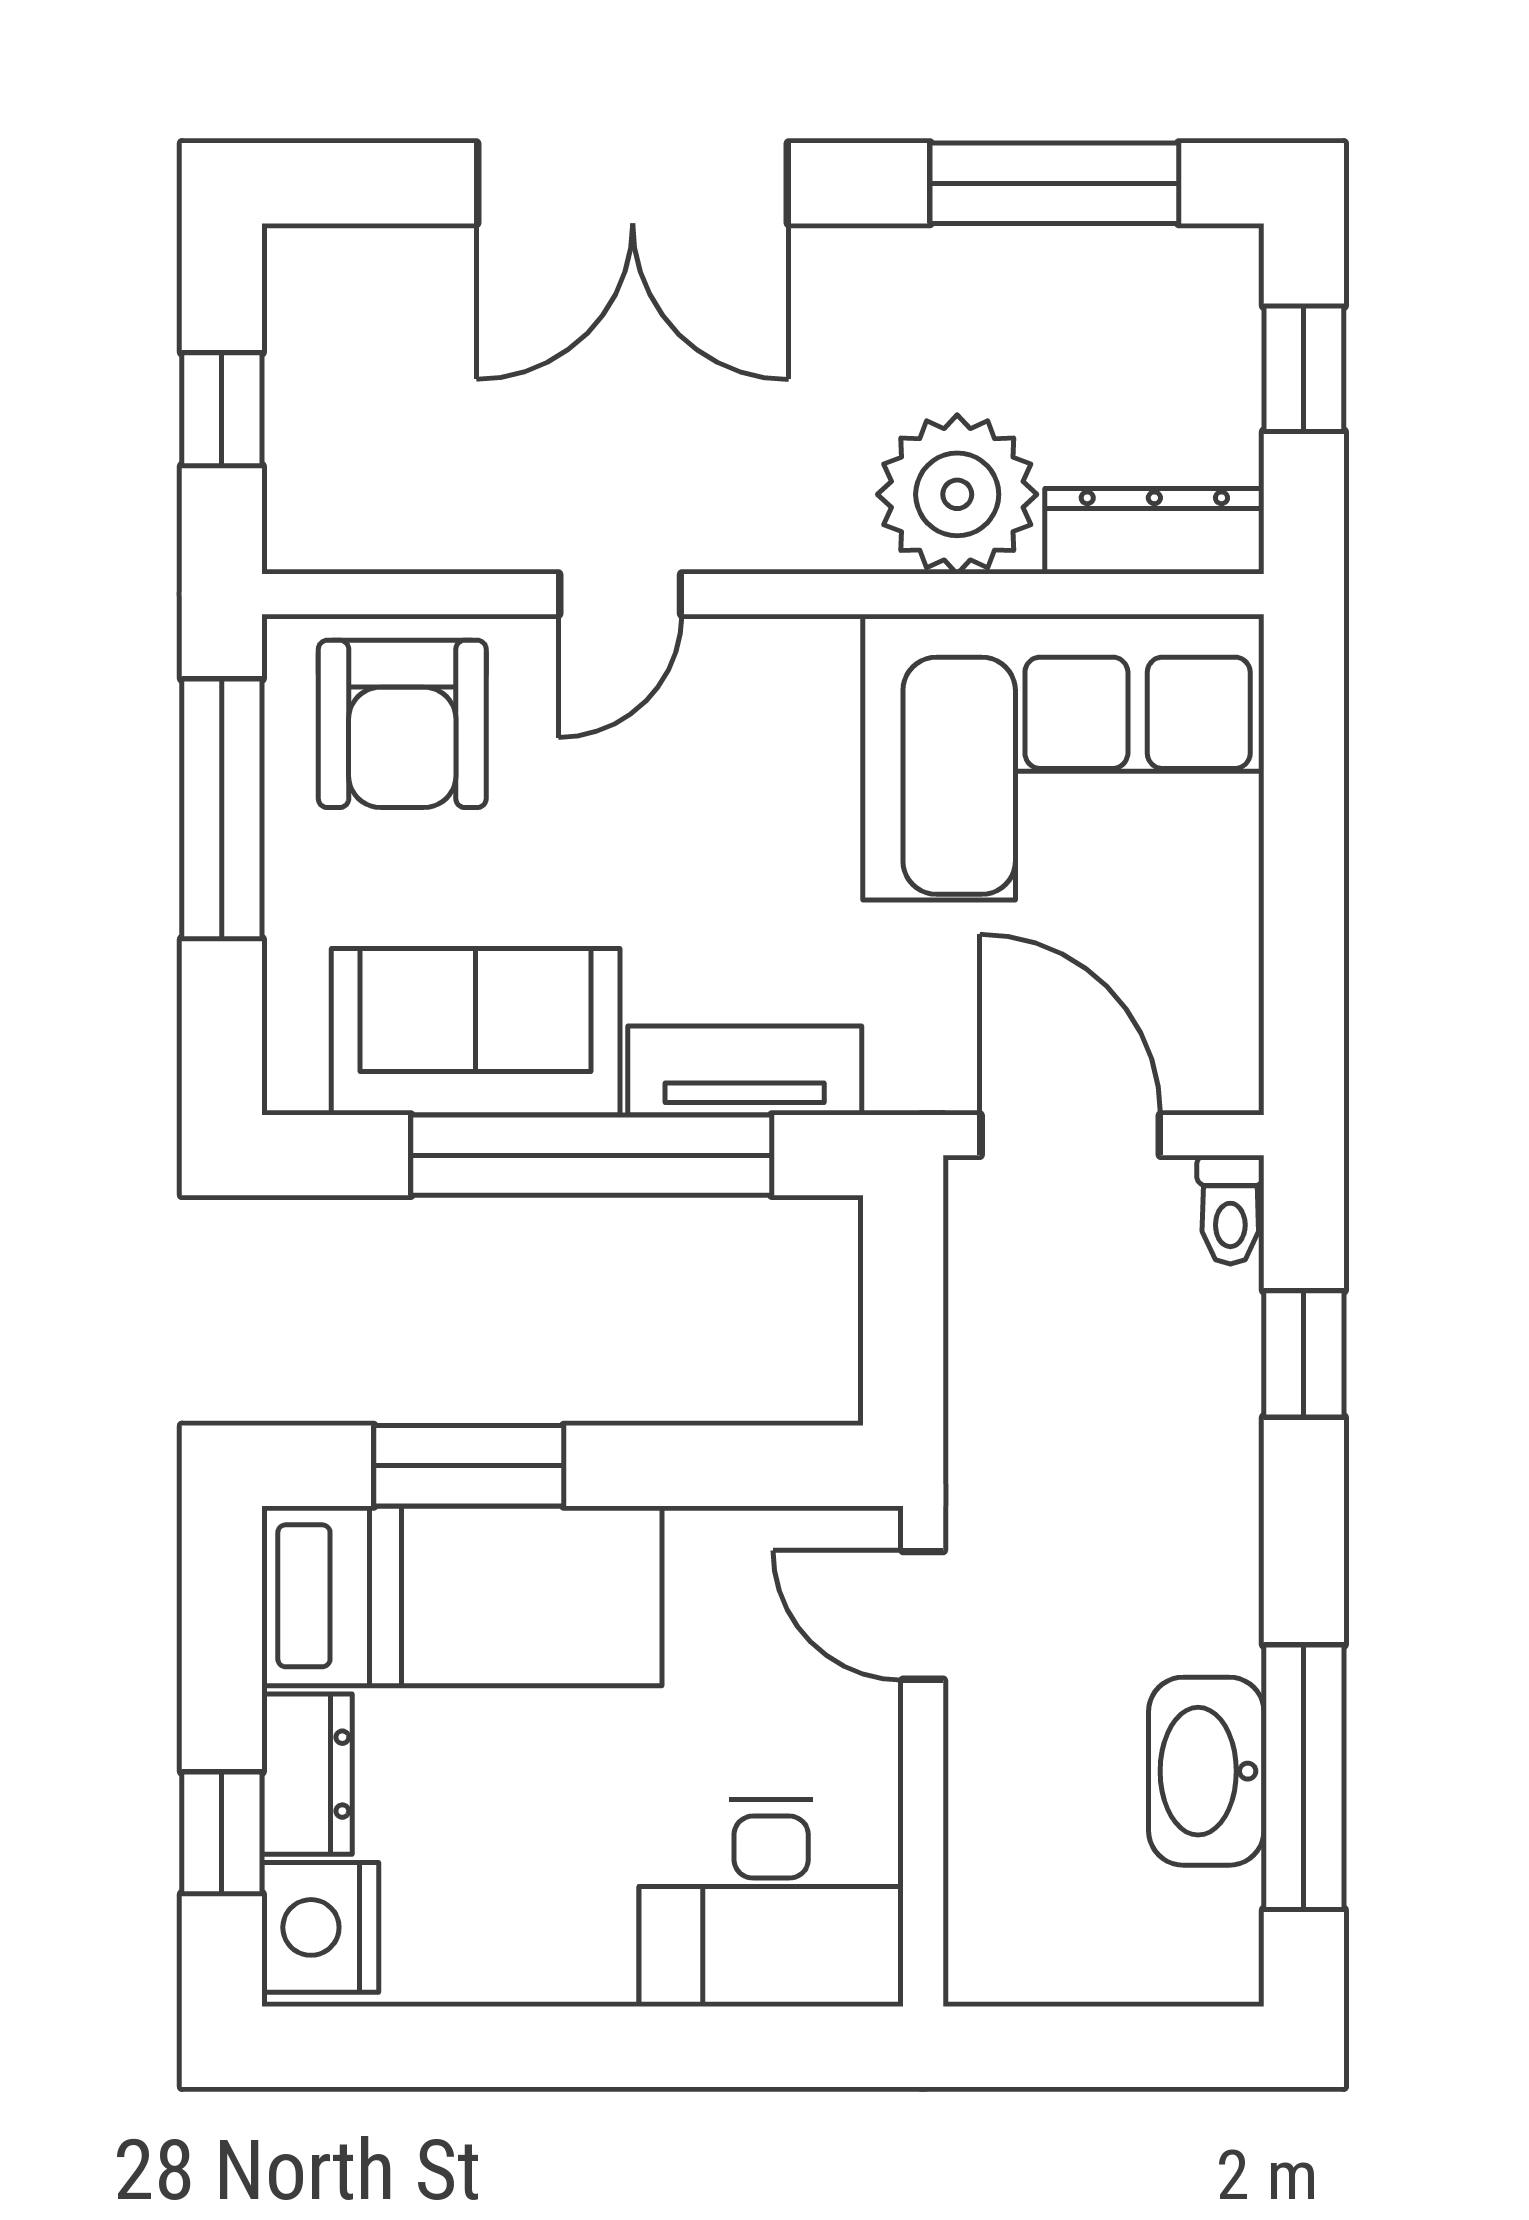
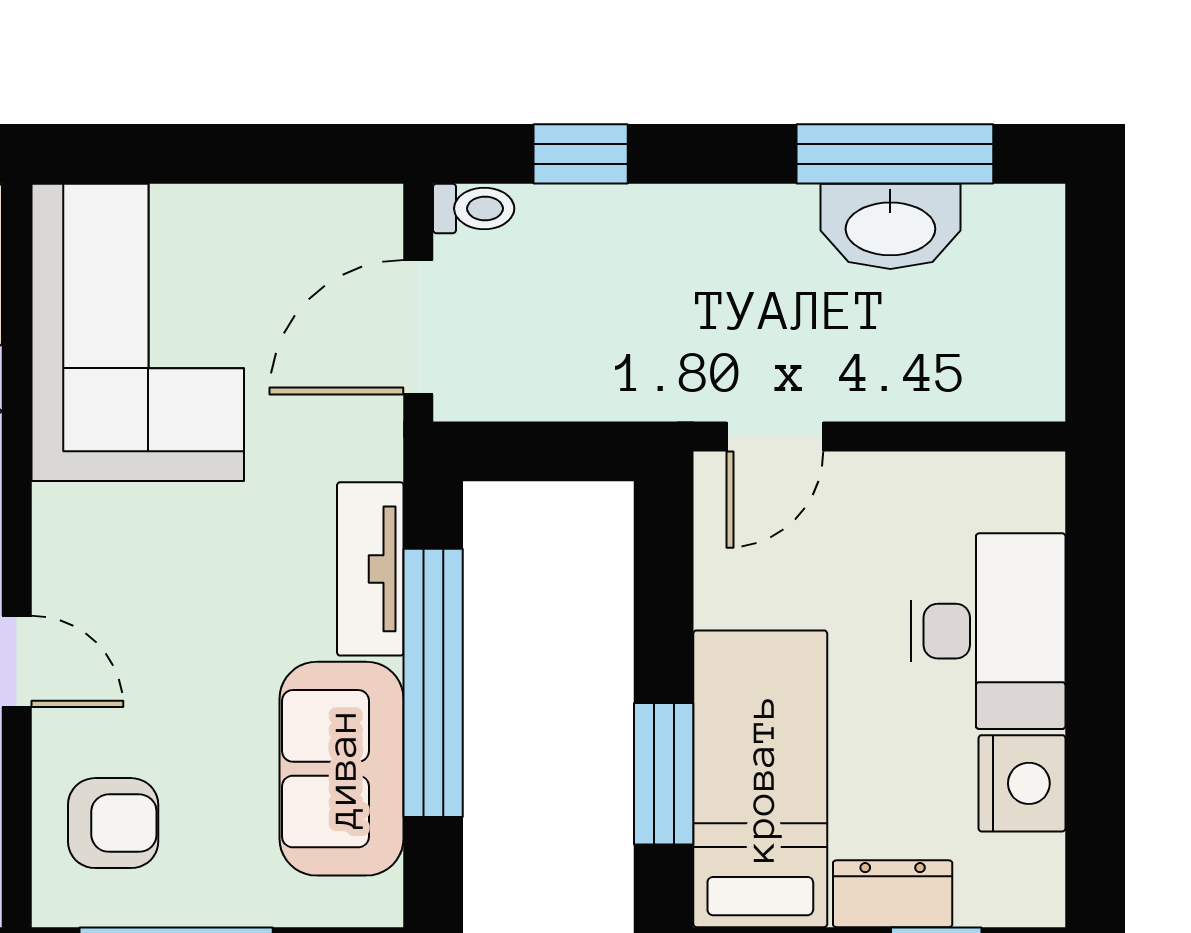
armchair: (402, 724) -> (113, 823), width x0.72, depth x0.72
desk: (771, 1903) -> (988, 631), moved
nightstand: (320, 1927) -> (1022, 783), moved, turned -90

